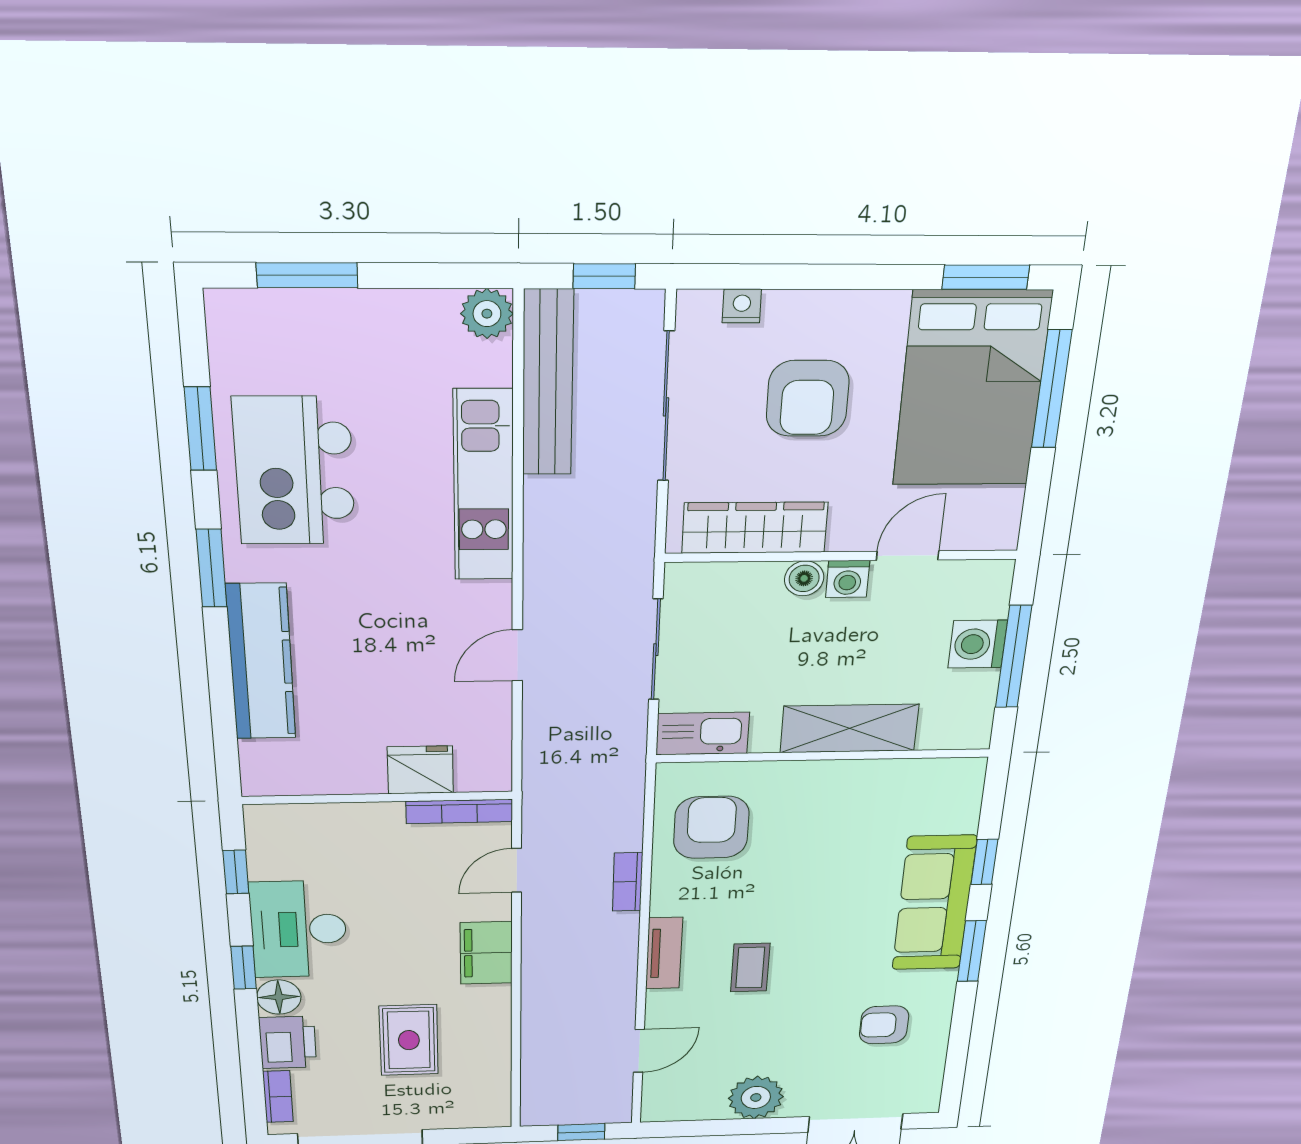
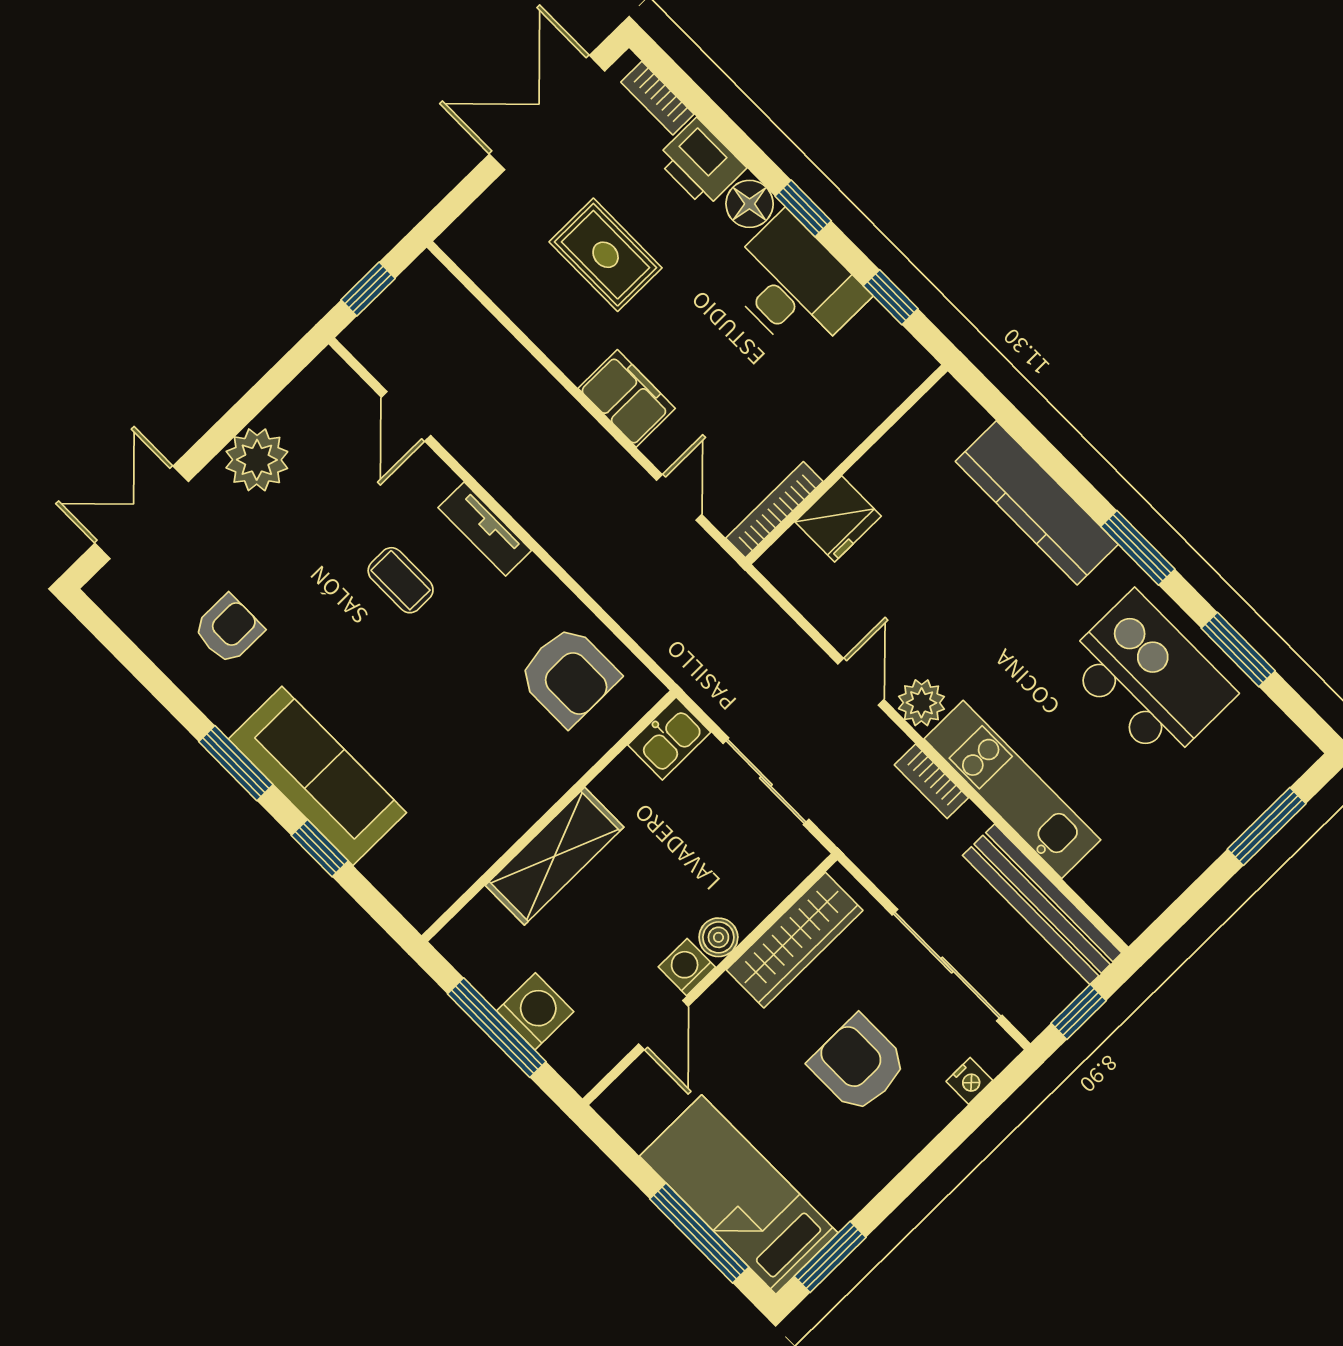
plant: (487, 314) -> (921, 703), moved
bed: (971, 389) -> (739, 1195), width x0.67
kitchen sink: (703, 733) -> (669, 739), width x0.73
bookcase: (628, 882) -> (931, 781), moved, turned 180

